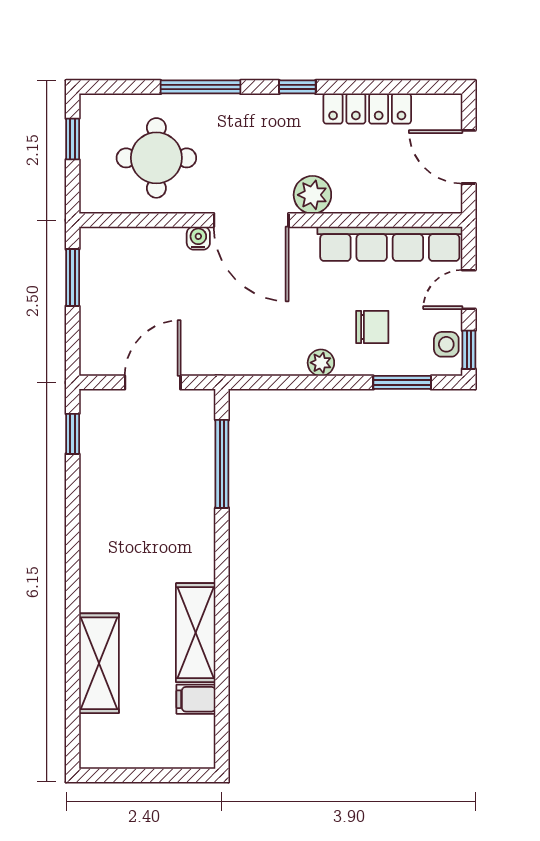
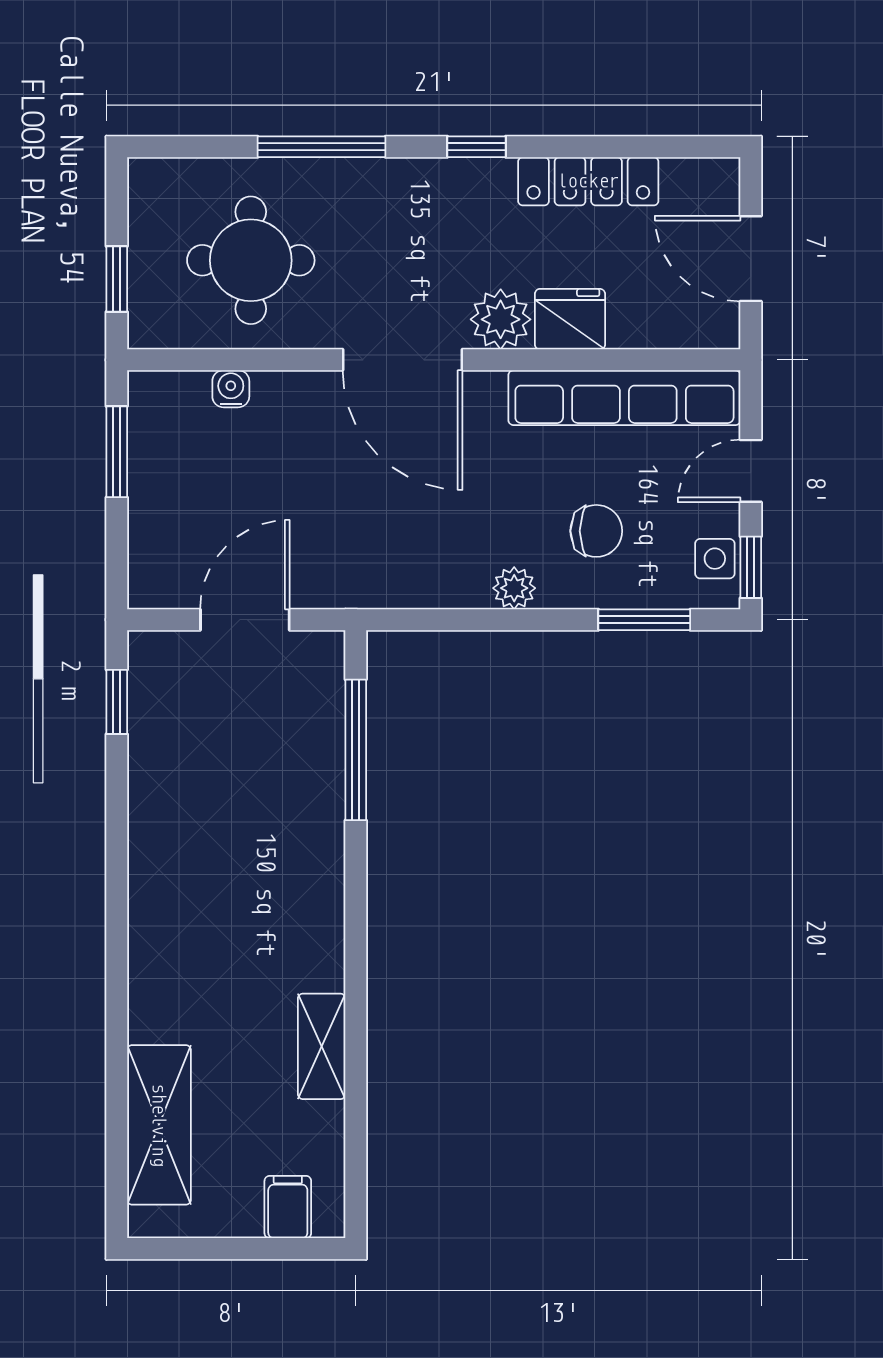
window: (73, 139) -> (117, 279), moved
fridge: (356, 195) -> (570, 319), added
water cooler: (198, 238) -> (231, 389), moved
shelving: (196, 633) -> (322, 1046), width x0.67, depth x0.75
shelving: (99, 663) -> (159, 1125), moved
filing cabinet: (196, 699) -> (288, 1207), moved, turned 90

